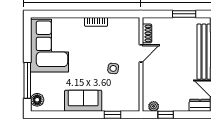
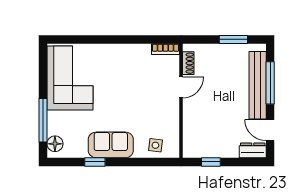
bookcase: (96, 22) -> (166, 49), moved
side table: (113, 68) -> (155, 145), moved
plant: (154, 106) -> (196, 152), removed
window: (113, 115) -> (95, 162), moved

